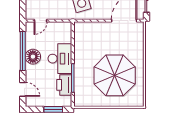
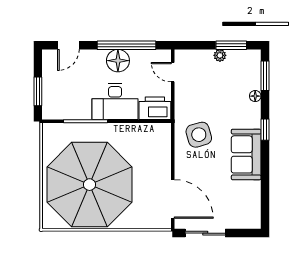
parasol: (115, 75) -> (90, 185), width x1.36, depth x1.36
printer: (64, 85) -> (155, 108), moved

